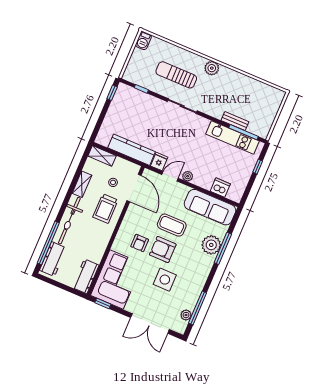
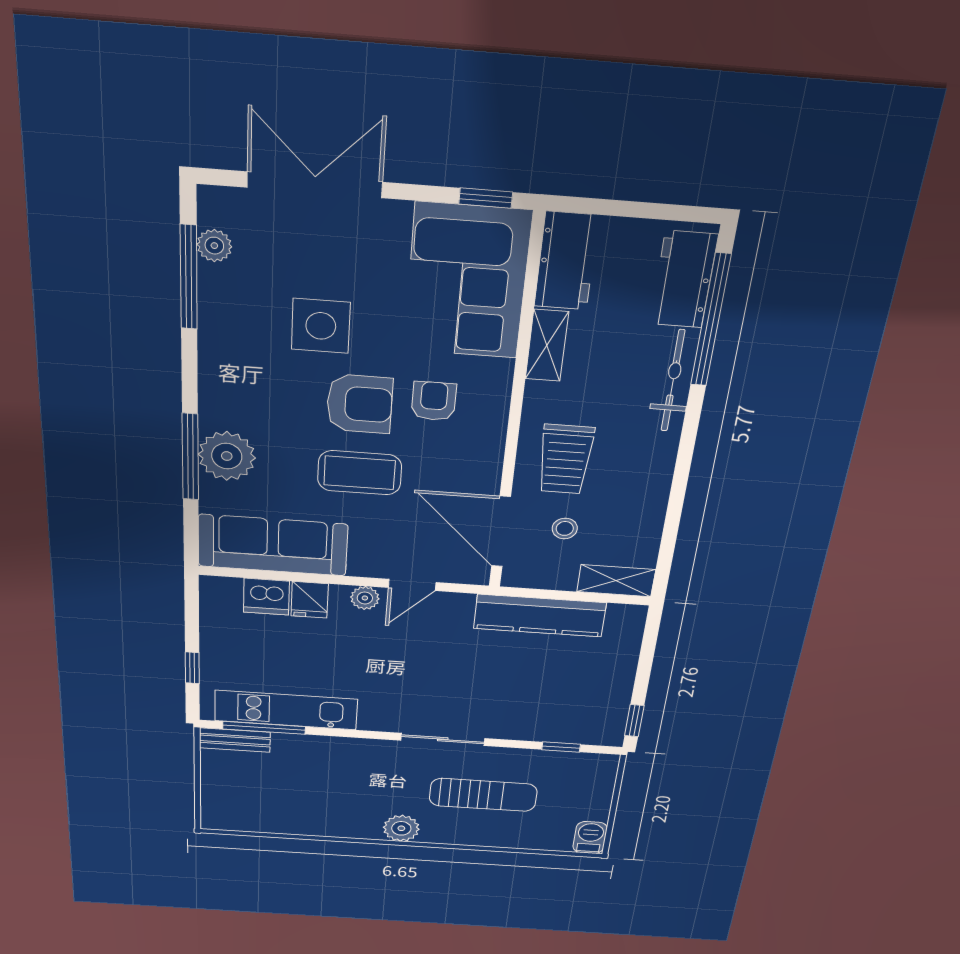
bench: (235, 121) -> (235, 740), moved
fridge: (159, 162) -> (310, 600), moved
shelving: (82, 184) -> (547, 345), moved
trolley: (105, 209) -> (565, 459), turned 180
bicycle: (69, 221) -> (673, 381), width x0.73, depth x0.71

